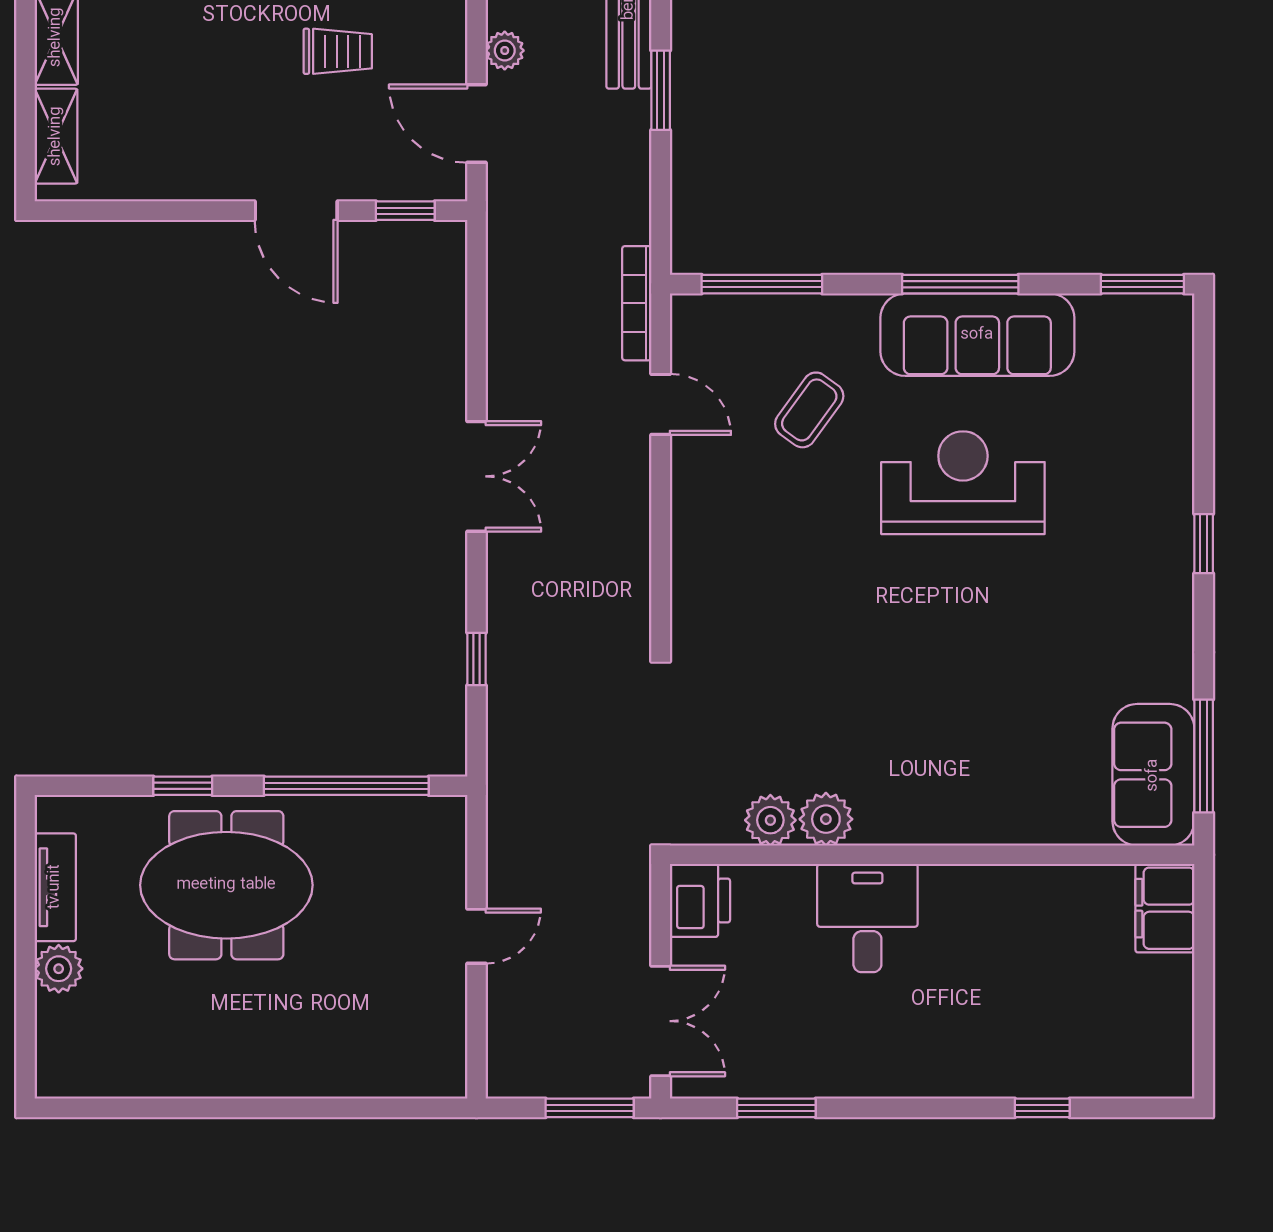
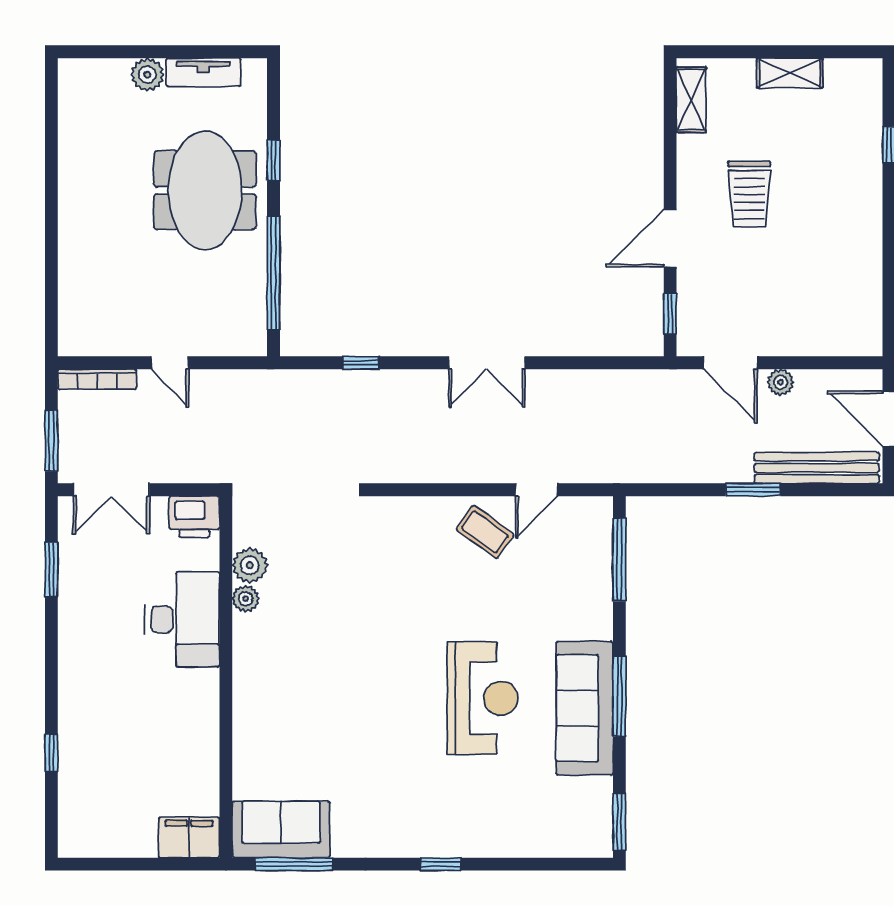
trolley: (338, 51) -> (749, 194), moved, width x1.36, depth x1.39
door: (477, 124) -> (730, 363), swing flipped
shelving: (56, 136) -> (691, 100), moved, turned 90
bookcase: (637, 303) -> (97, 379), moved, turned 180
coffee table: (809, 410) -> (485, 532), moved
plant: (826, 819) -> (246, 599), width x0.73, depth x0.73
desk: (867, 918) -> (182, 619), width x1.37

